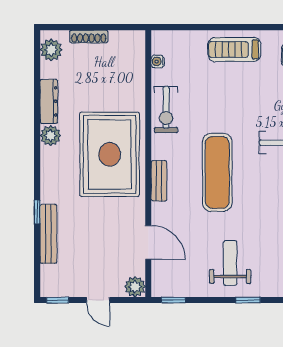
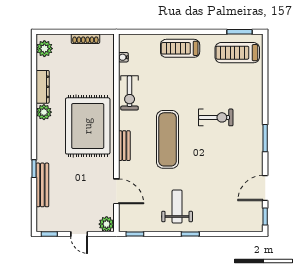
shoe rack: (89, 37) -> (85, 39), moved

